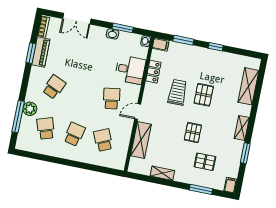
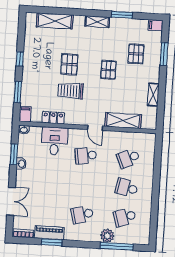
school desk: (54, 87) -> (82, 215), turned -39
pallet: (204, 95) -> (69, 64), turned 90
pallet: (193, 133) -> (108, 70), turned 90

